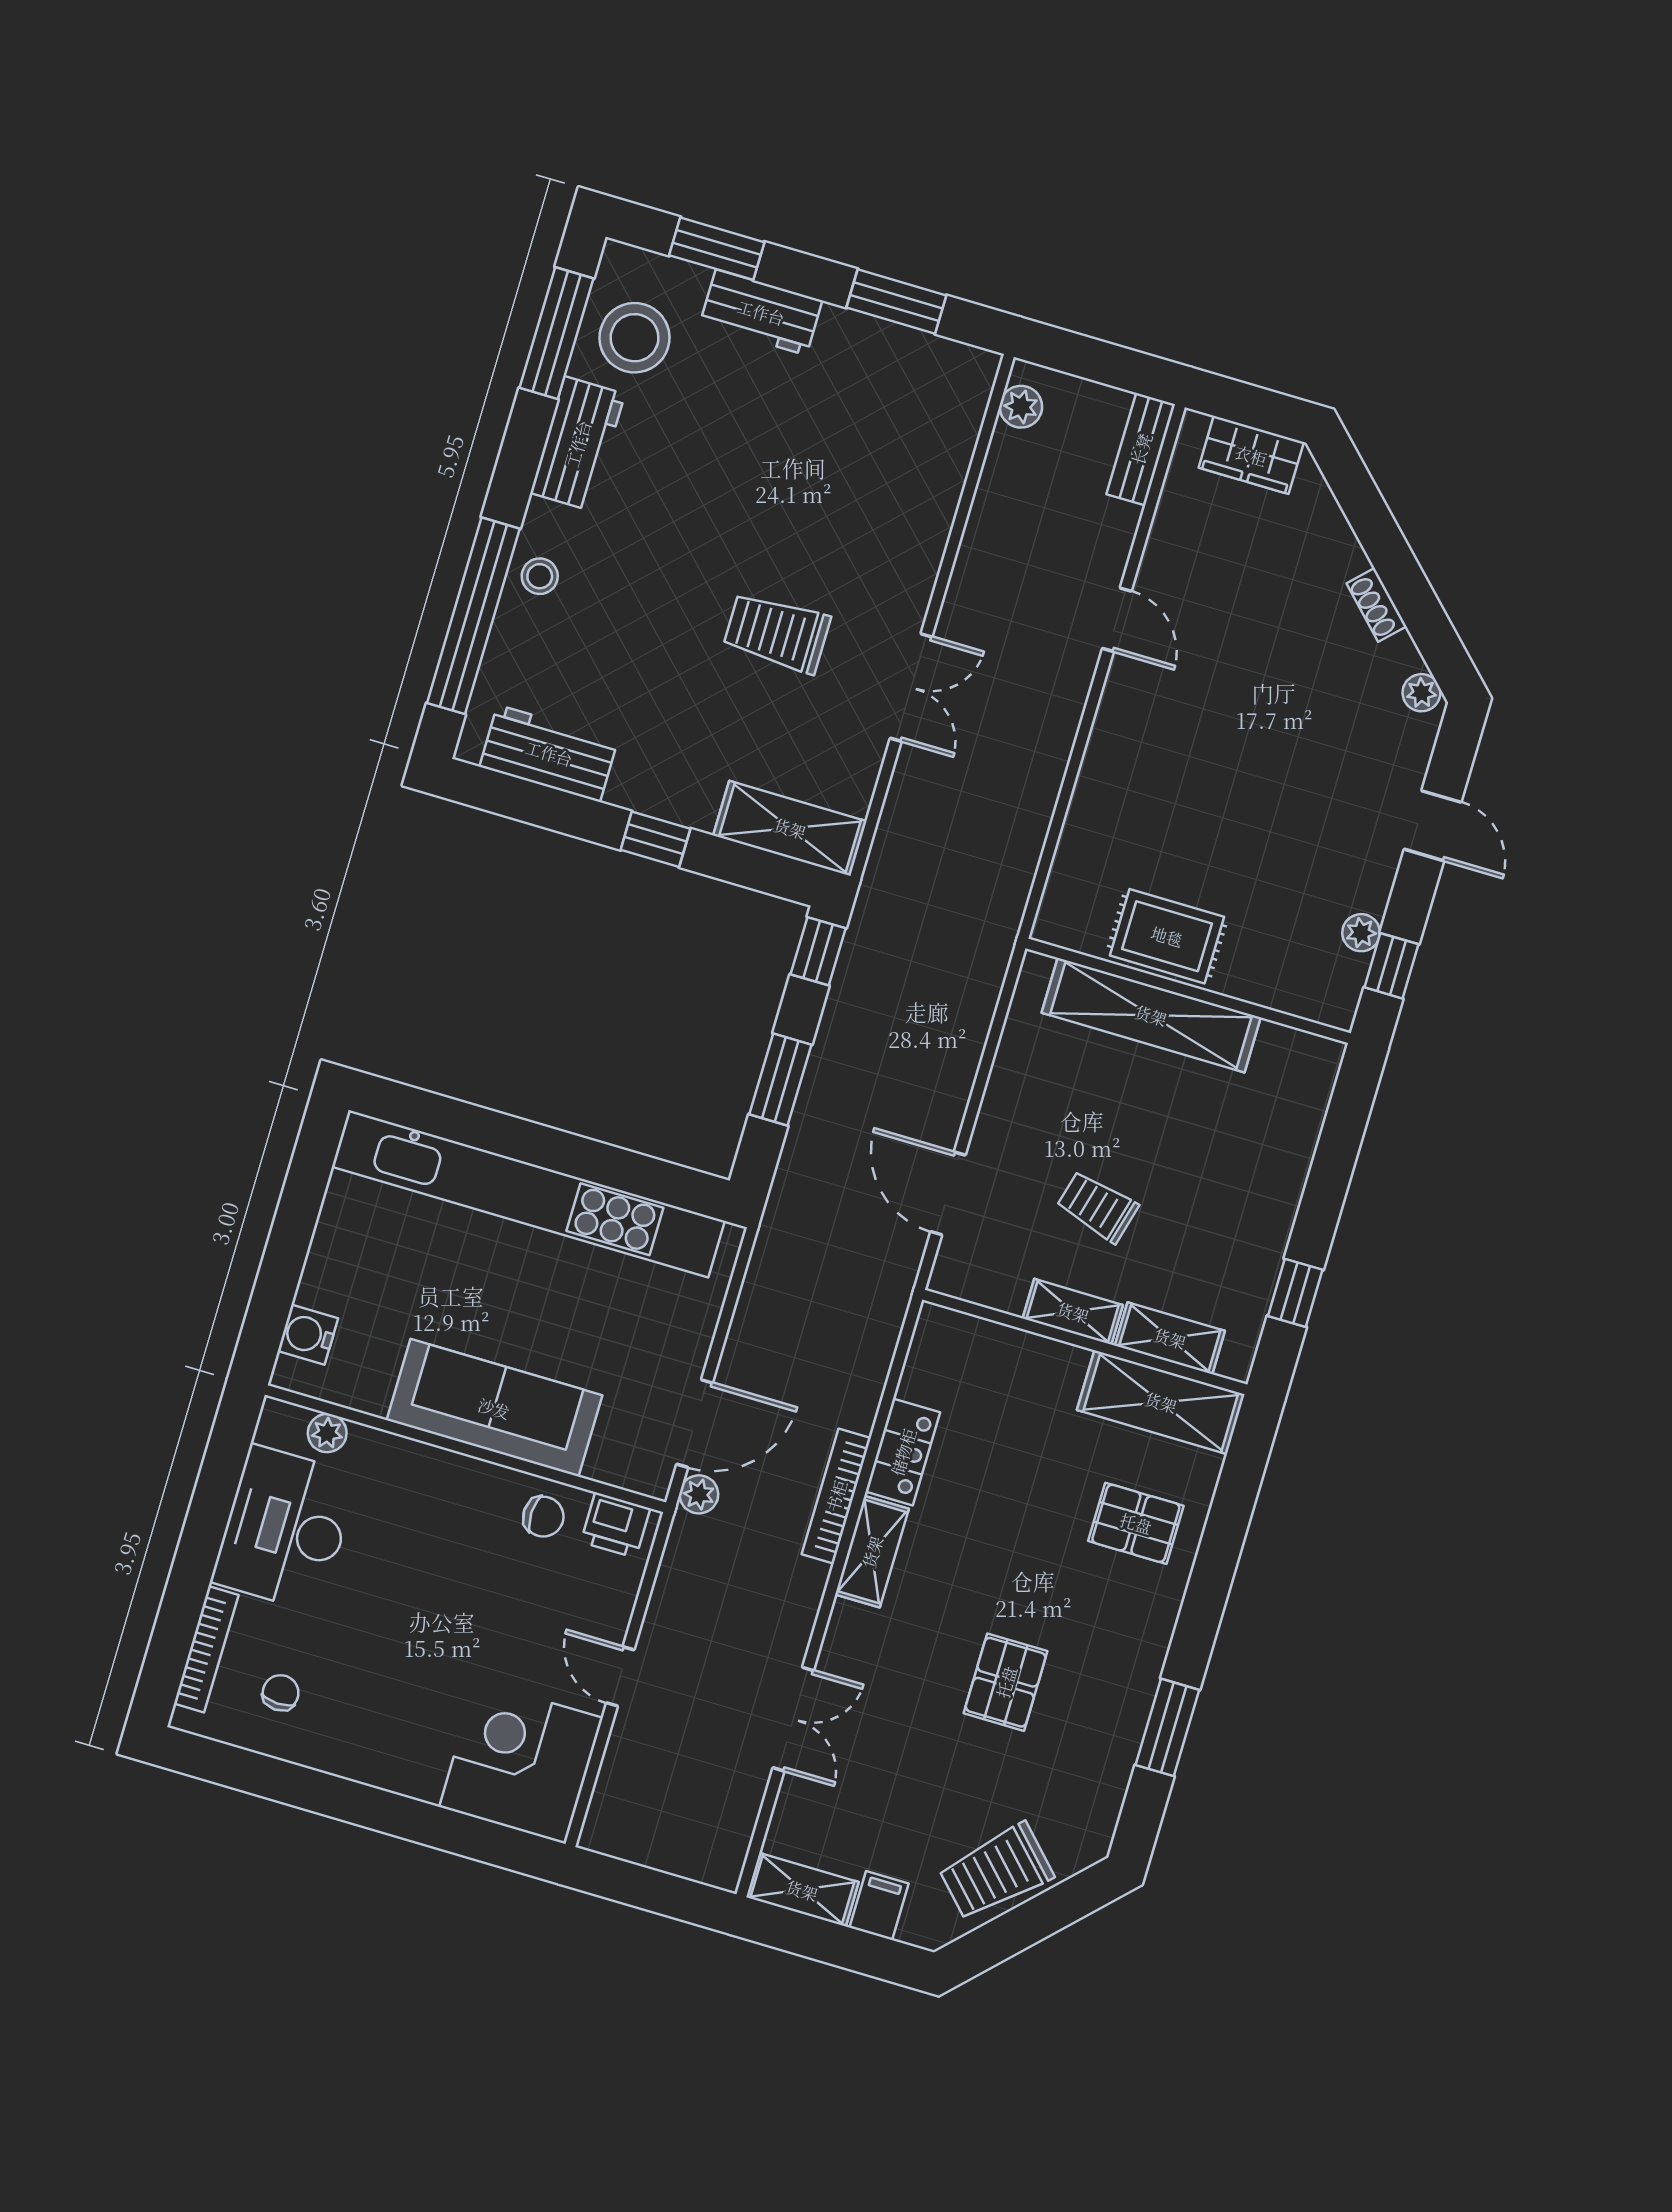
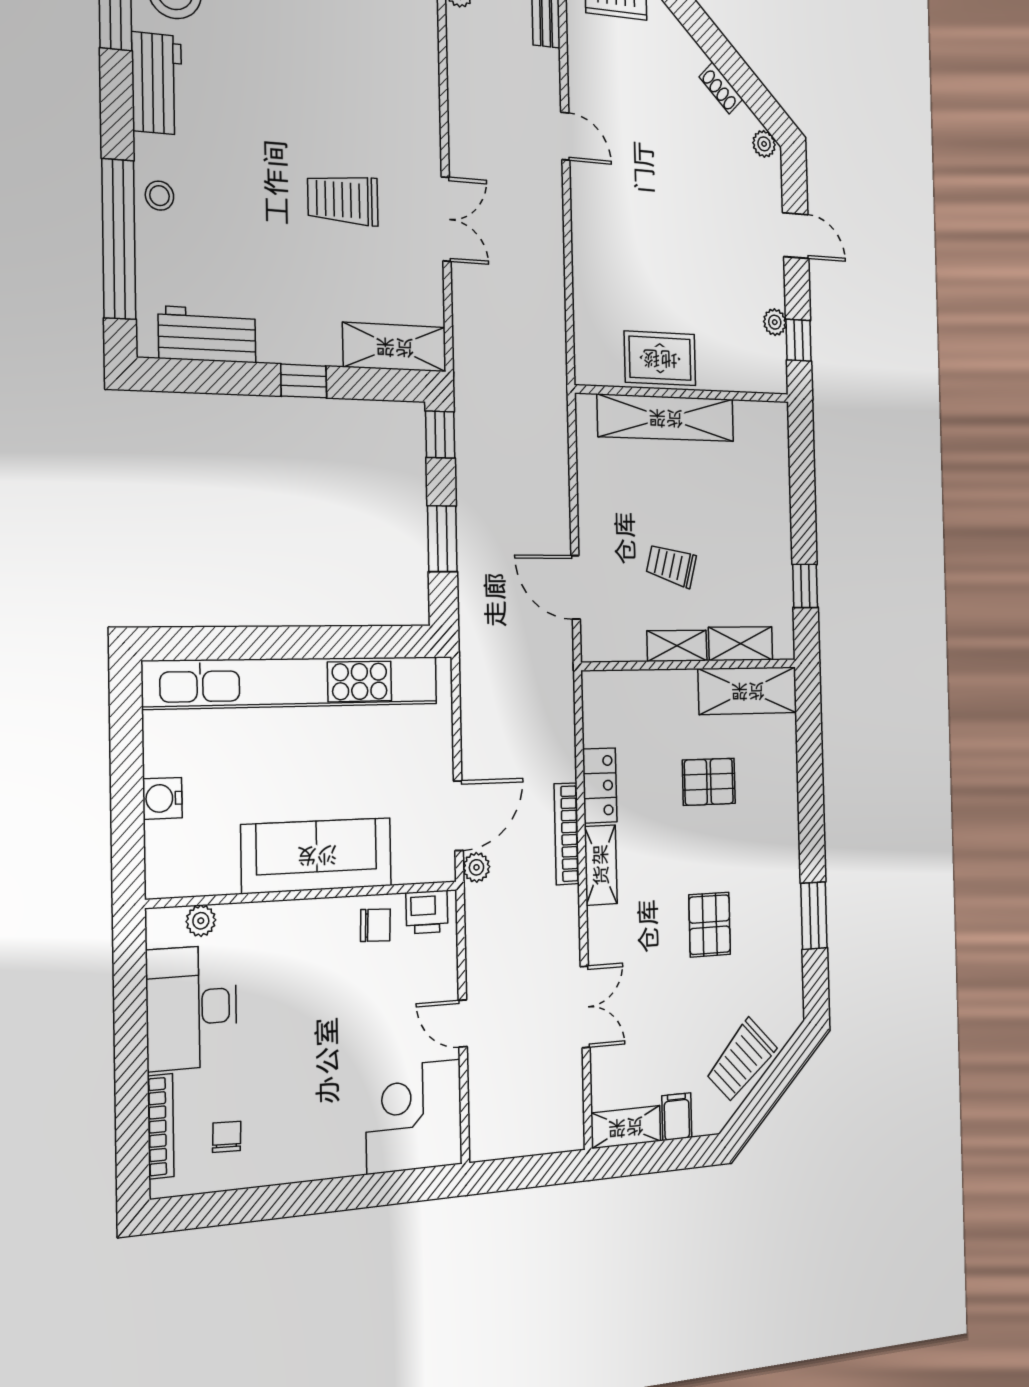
water cooler: (308, 1335) -> (162, 798), moved
pallet: (1136, 1523) -> (709, 782), moved

